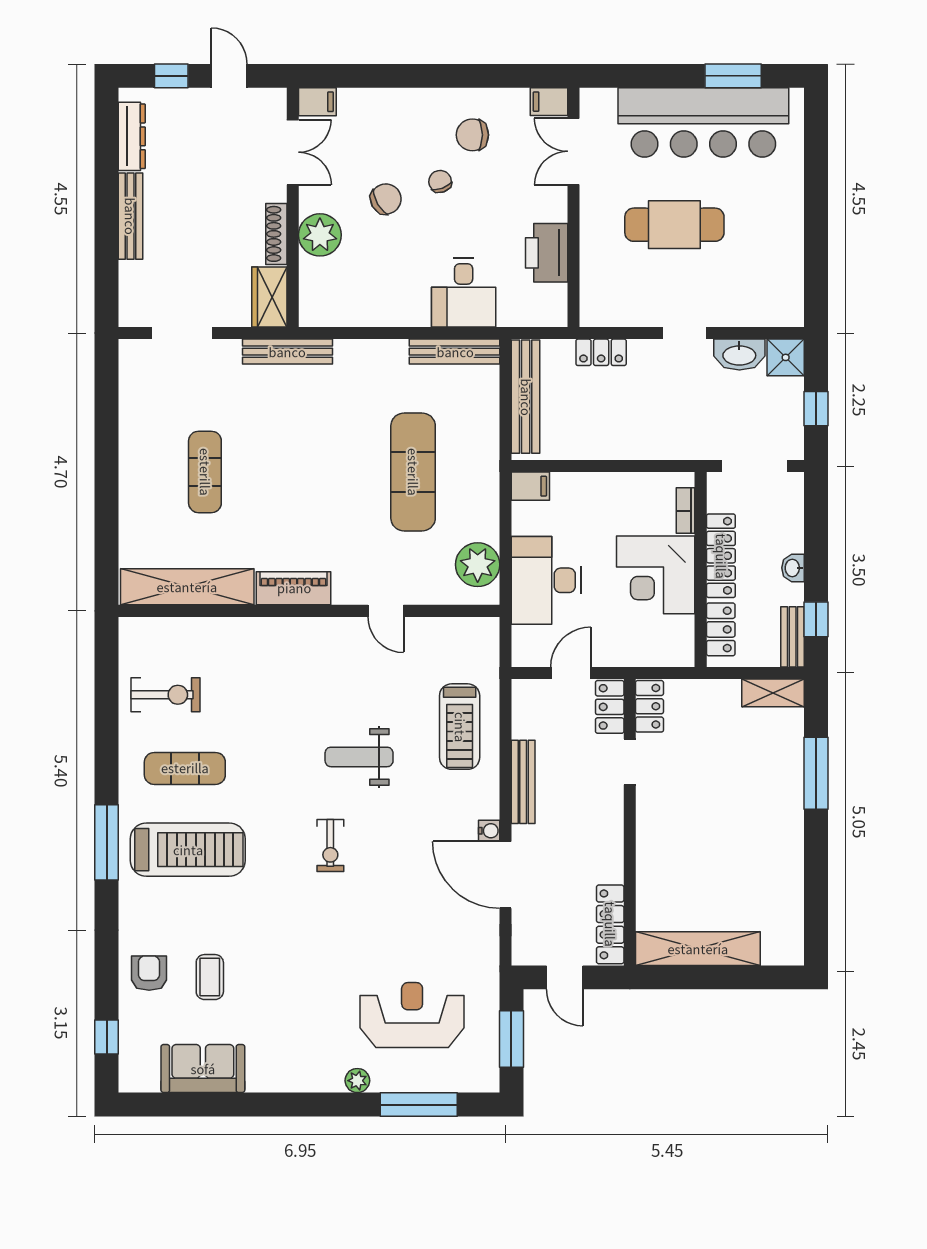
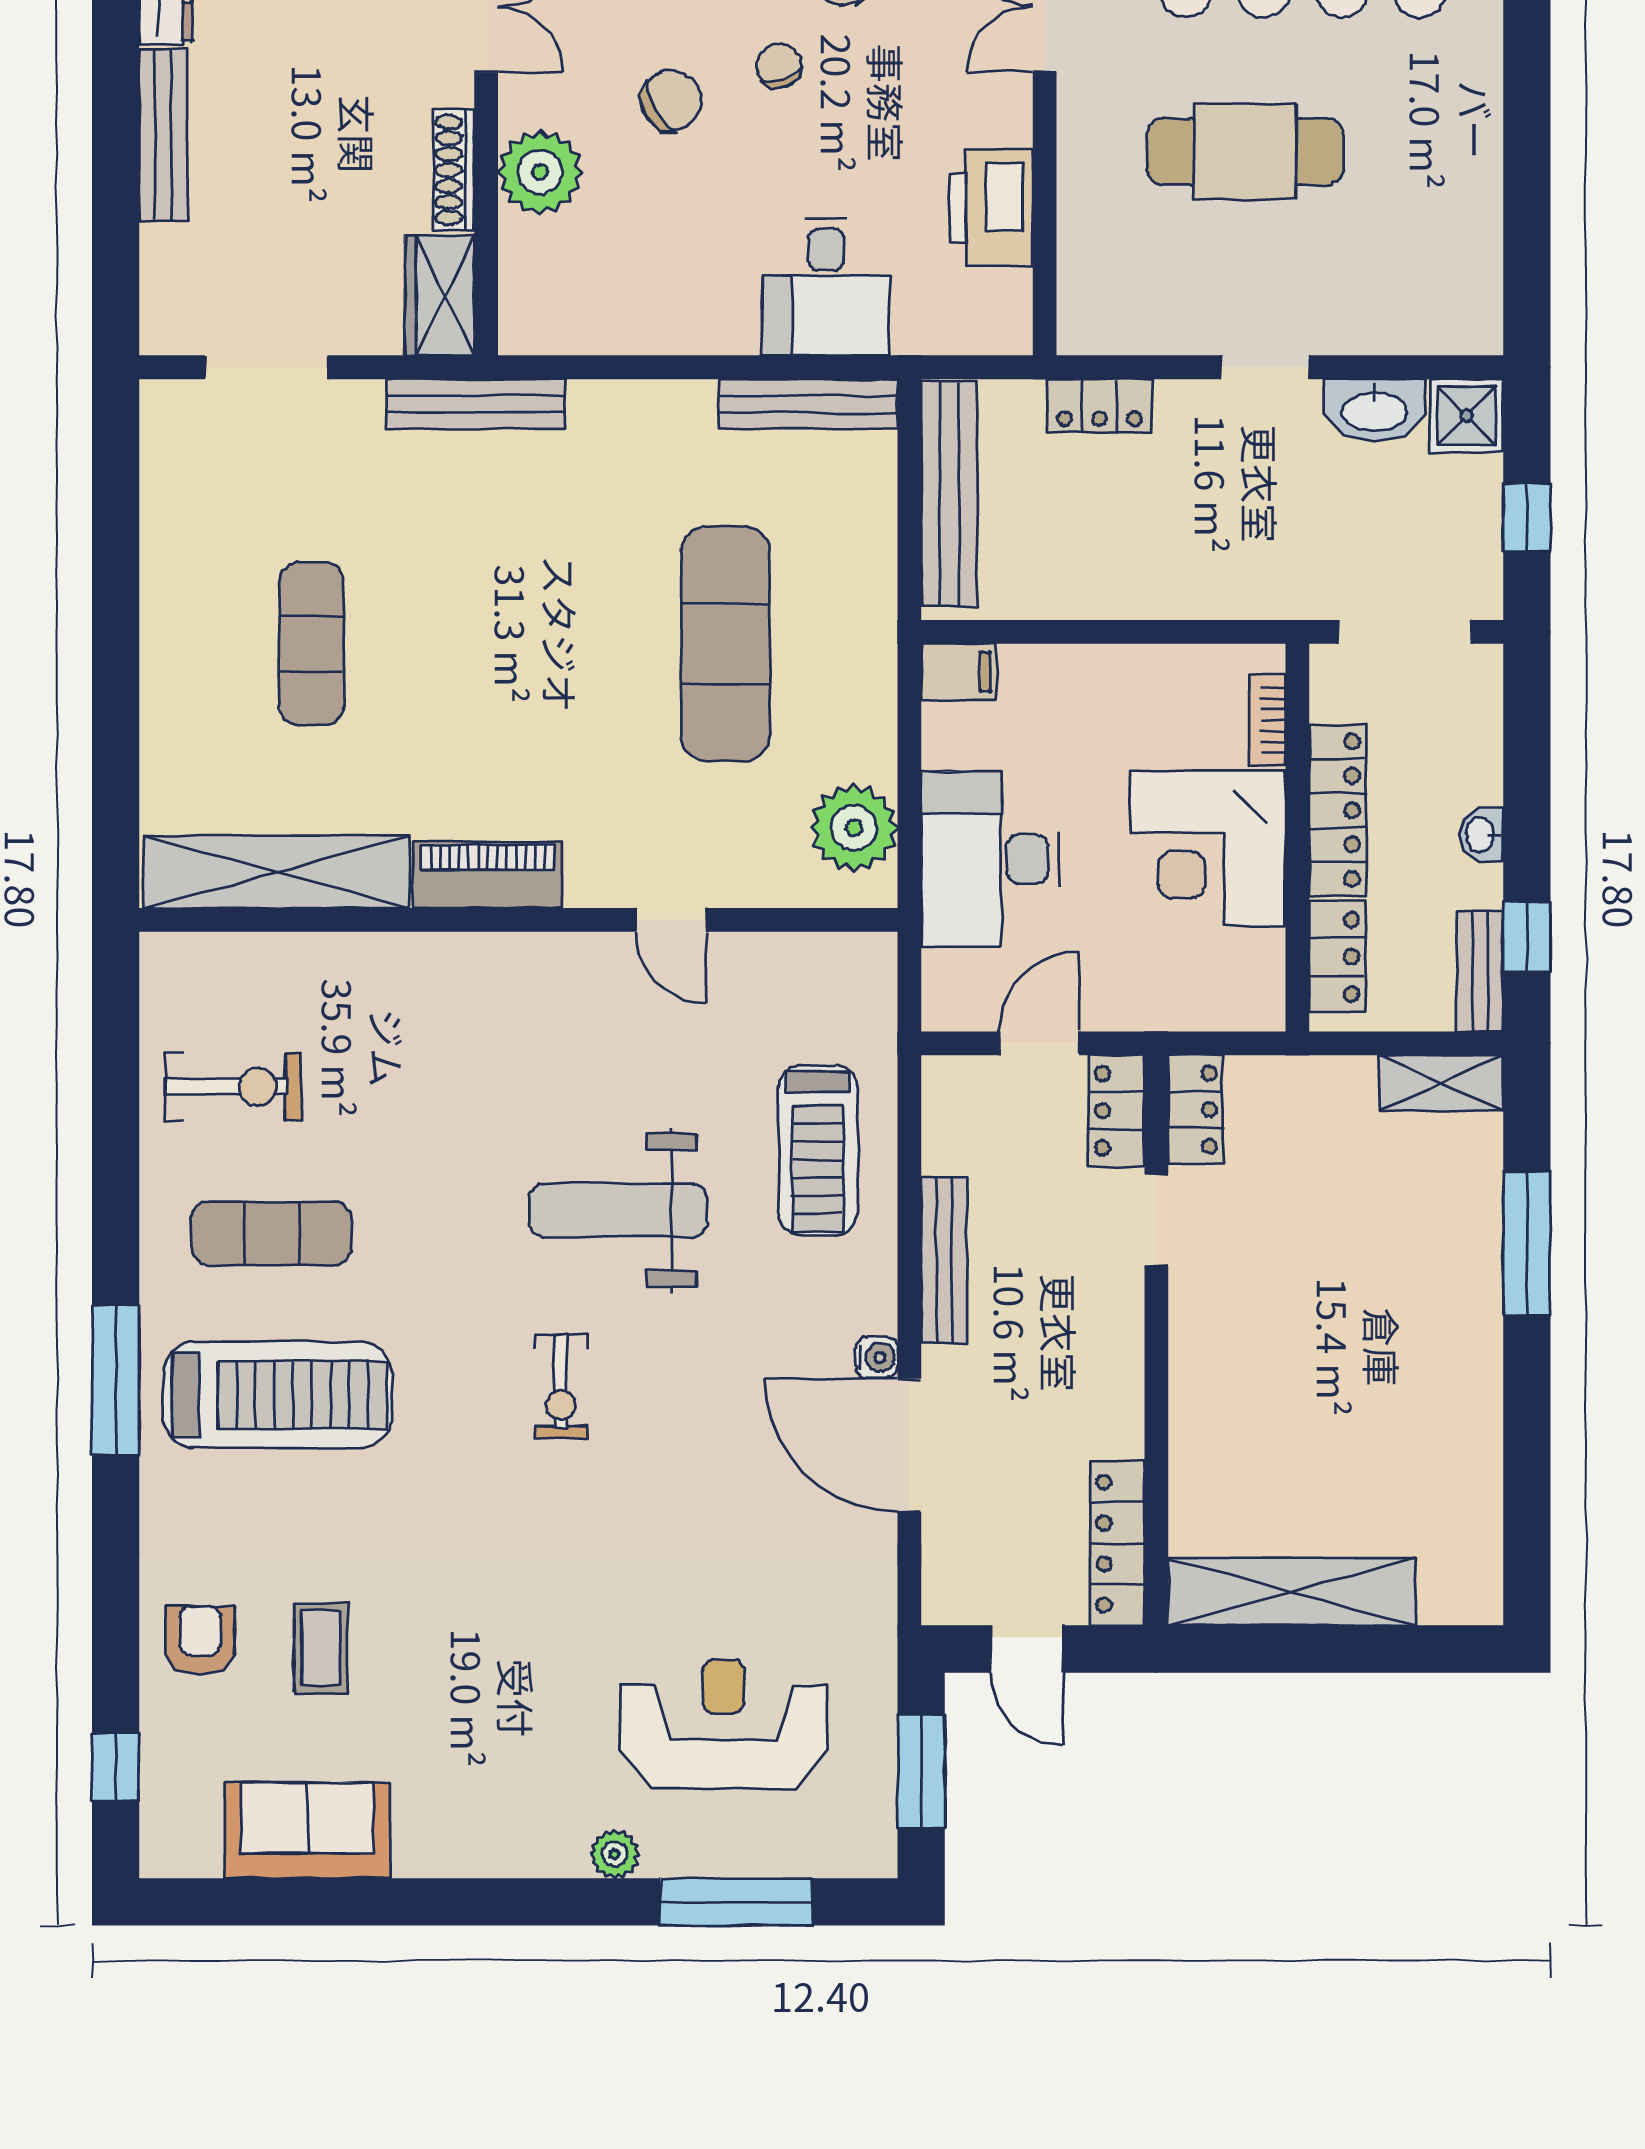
weight bench: (359, 757) -> (618, 1210), width x1.36, depth x1.33

